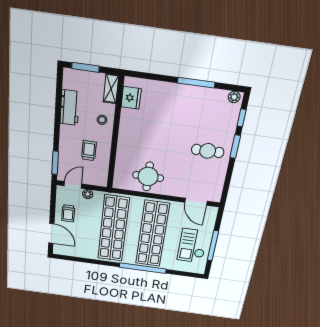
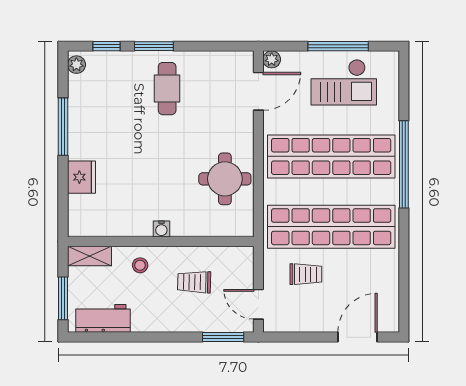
fridge: (131, 98) -> (82, 177), moved, turned 90
workbench: (70, 108) -> (103, 318), moved
water cooler: (123, 136) -> (161, 229), added
plant: (88, 194) -> (272, 59), moved
trolley: (68, 213) -> (306, 274), moved

